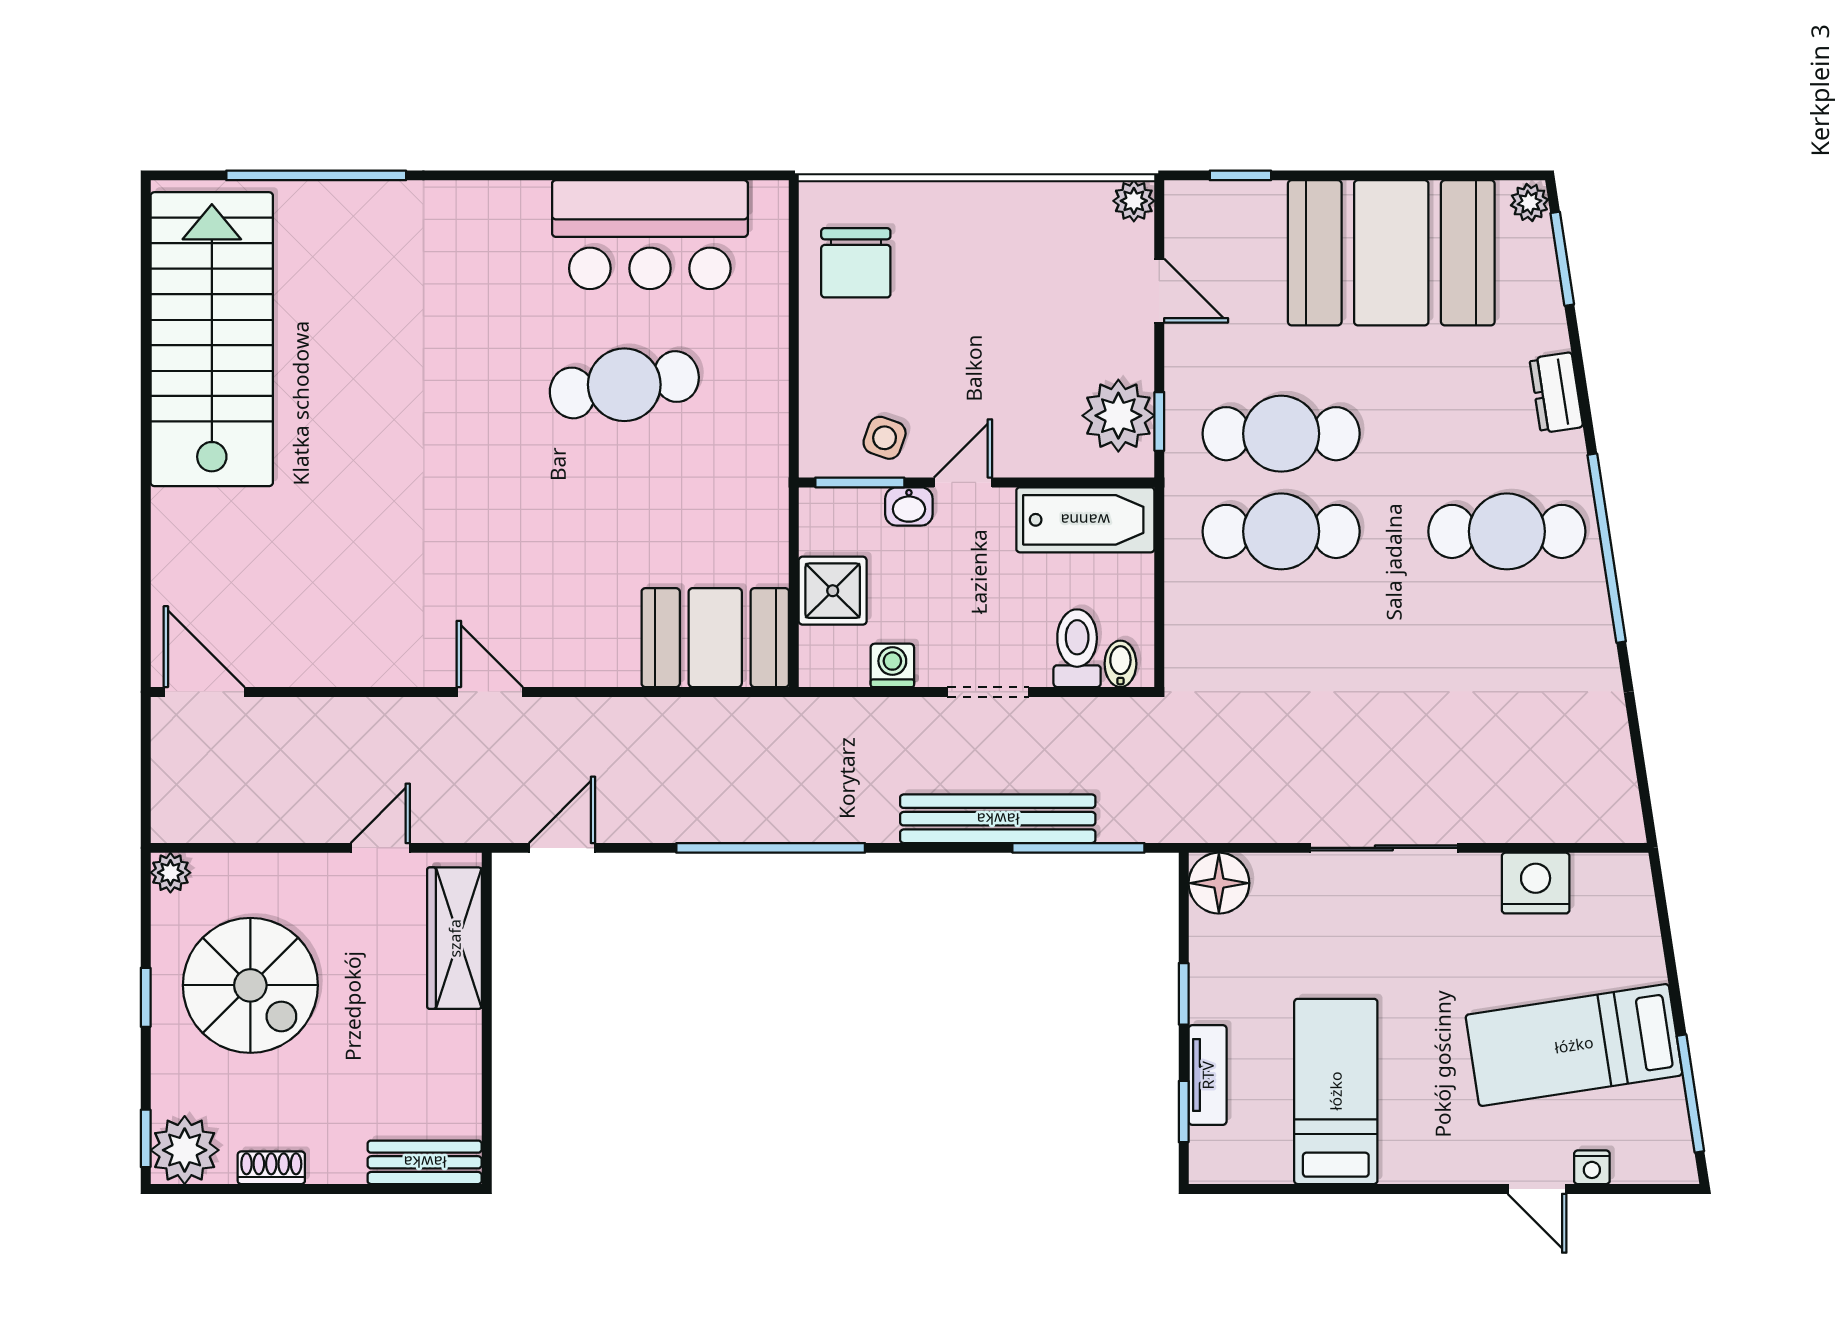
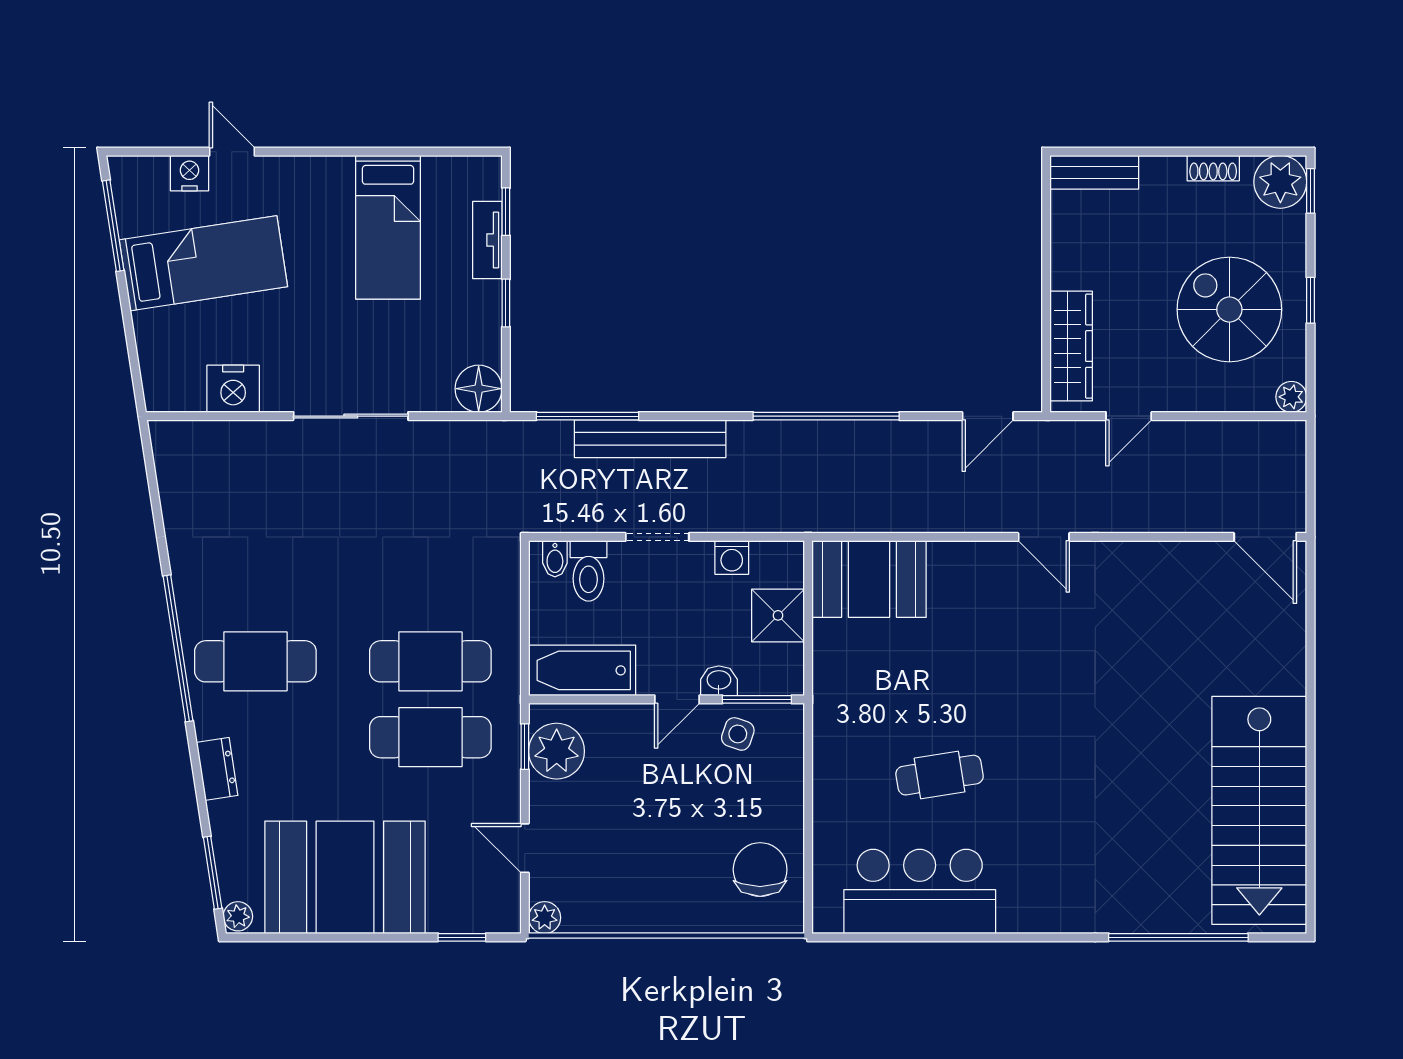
cafe table: (624, 385) -> (940, 775), width x0.73, depth x0.74
nightstand: (1592, 1167) -> (189, 173), width x1.39, depth x1.35

